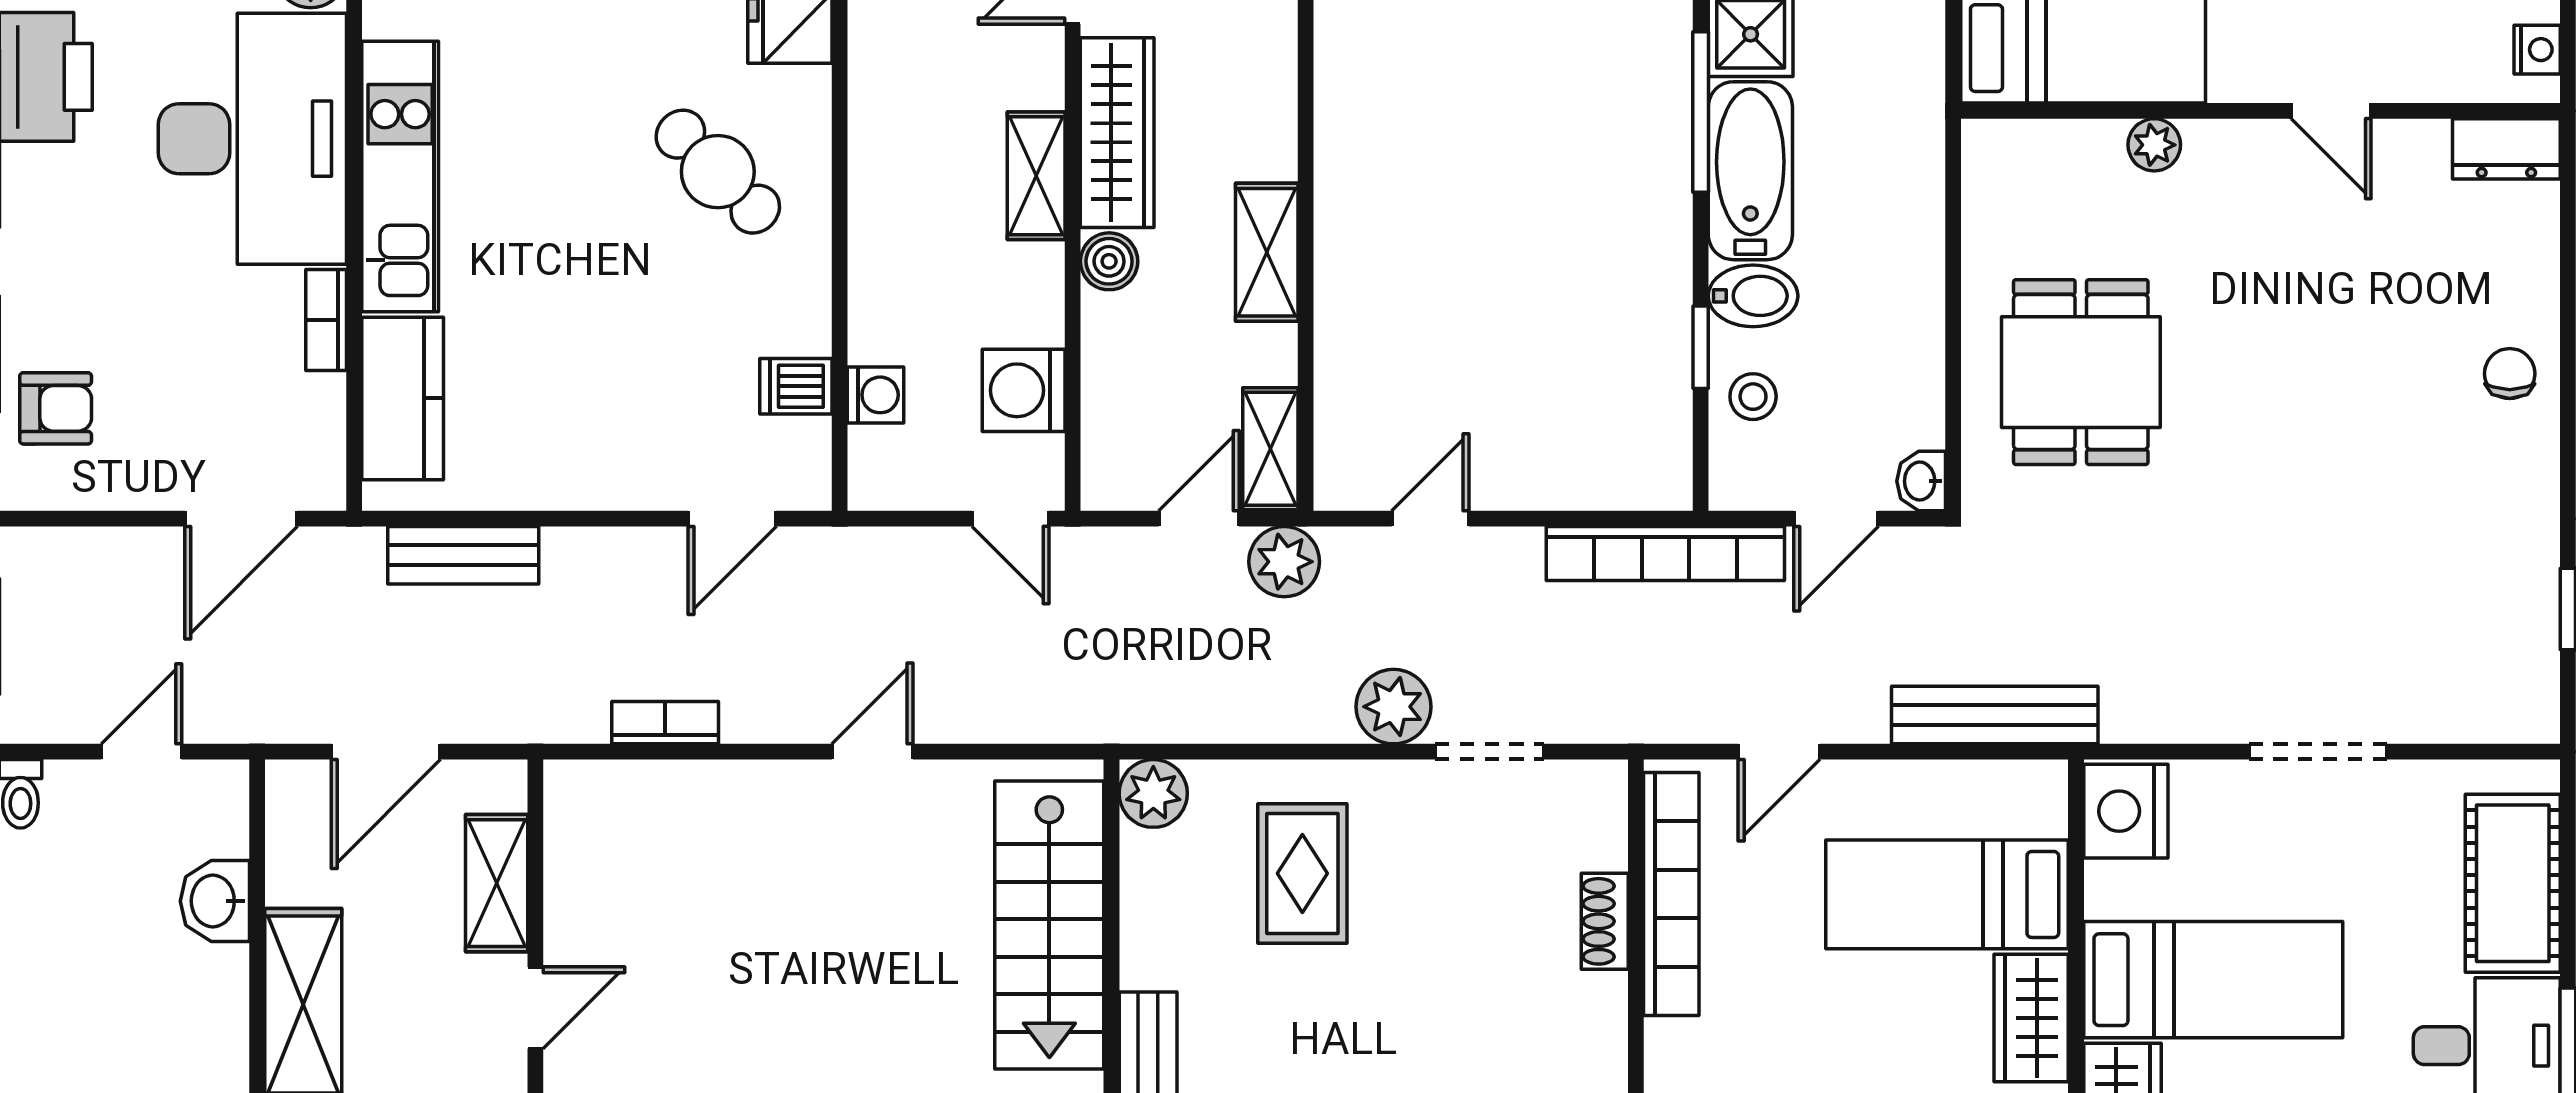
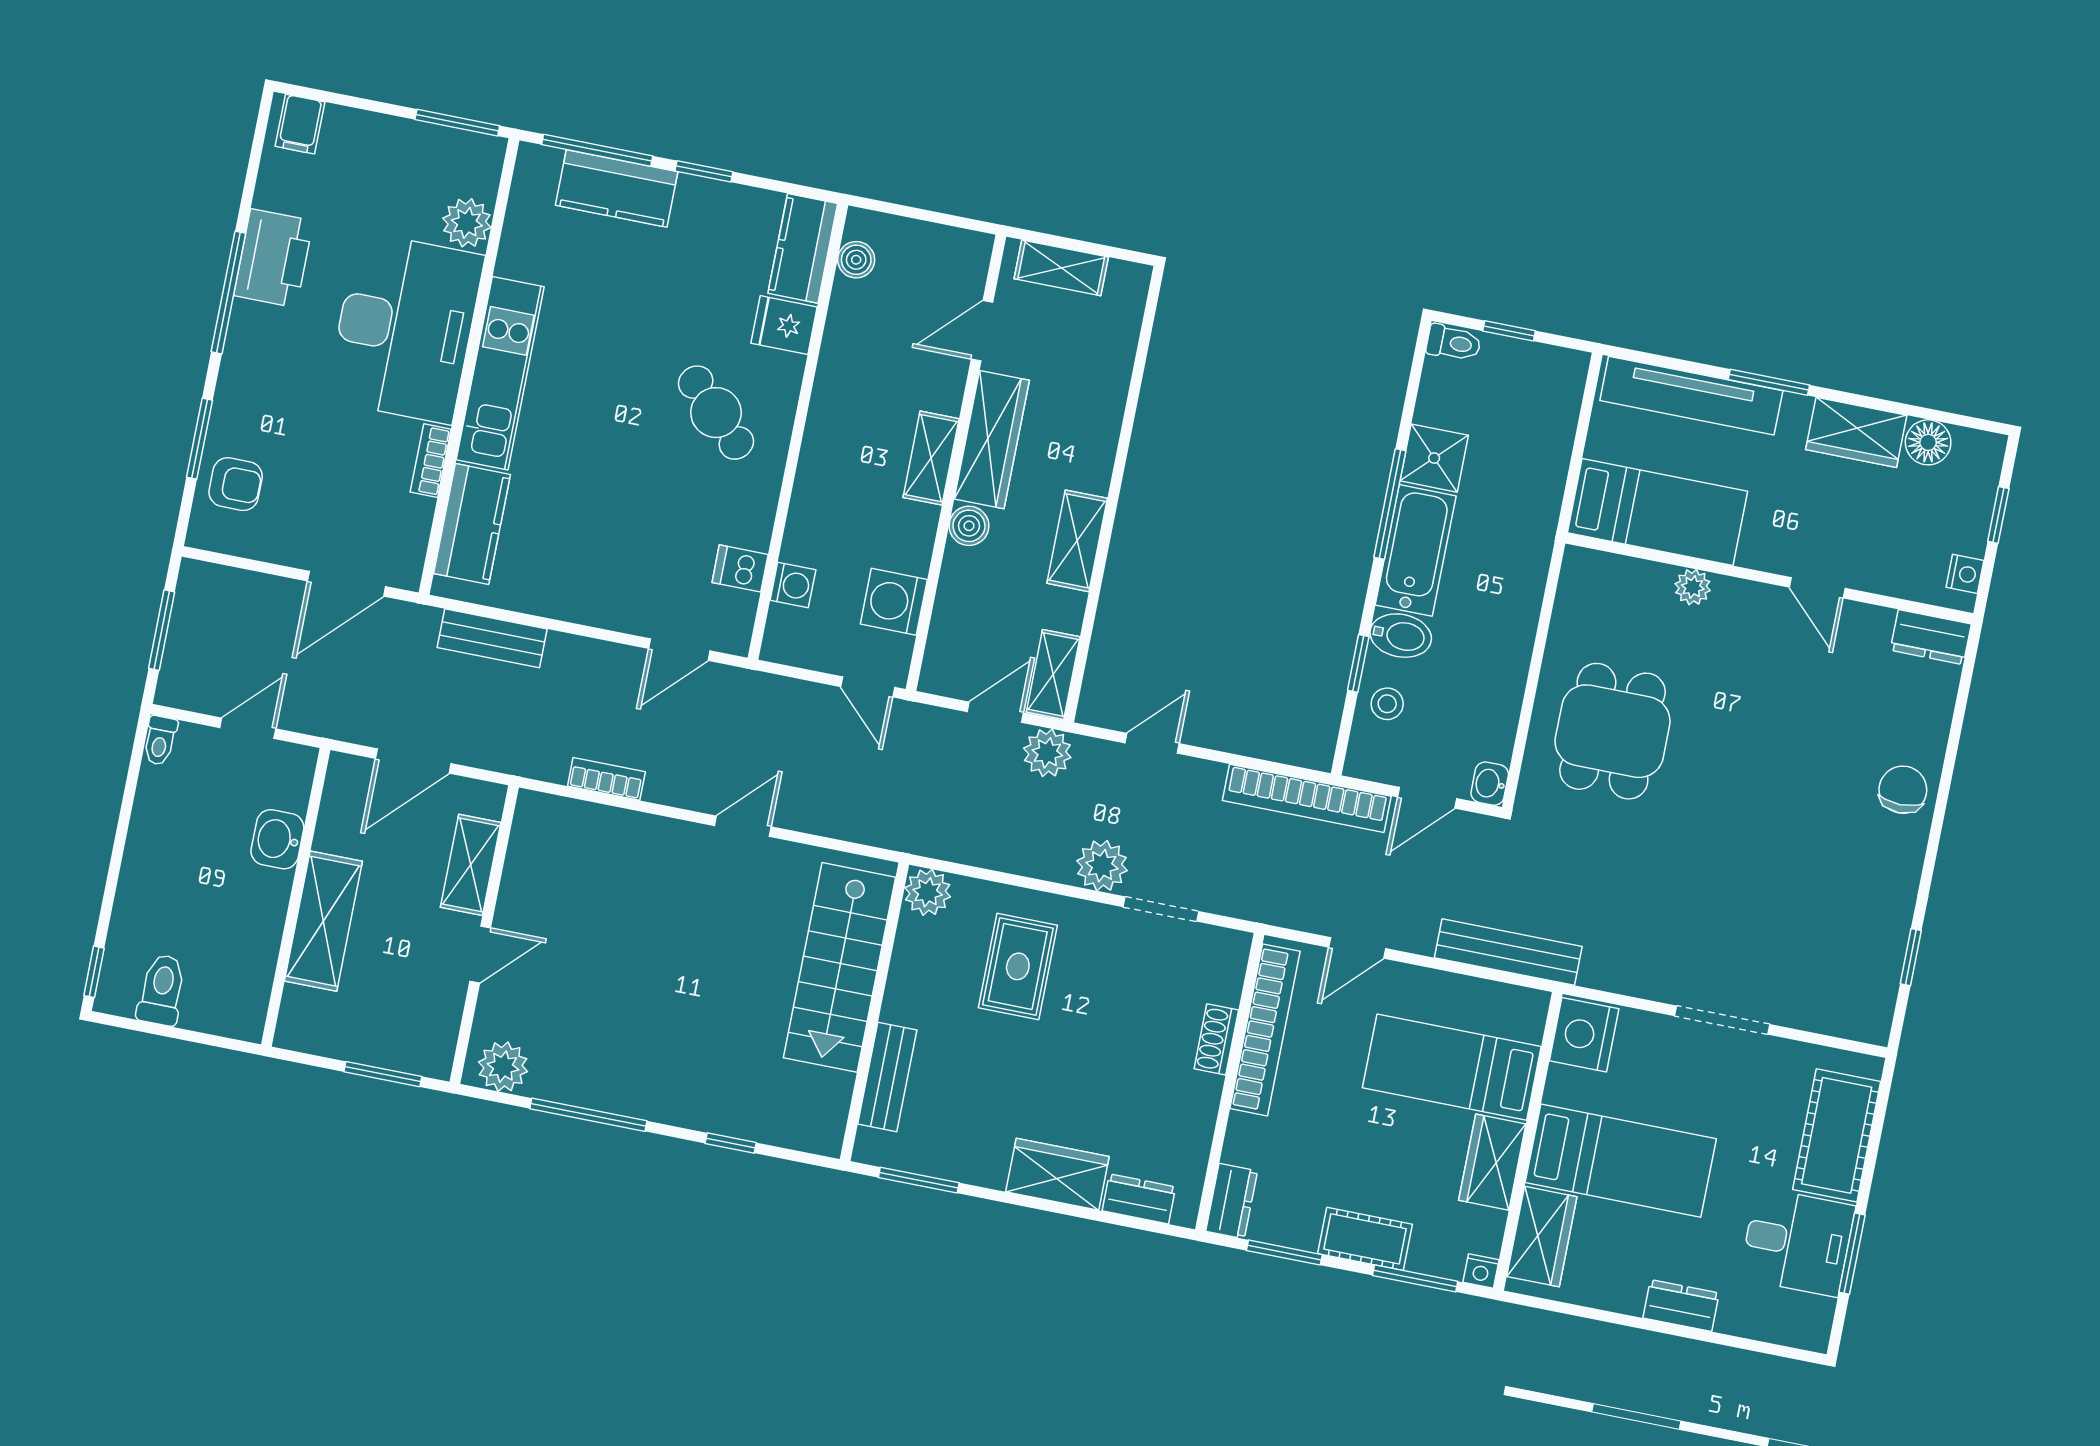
chair: (2510, 374) -> (1903, 790), width x1.37, depth x1.37

